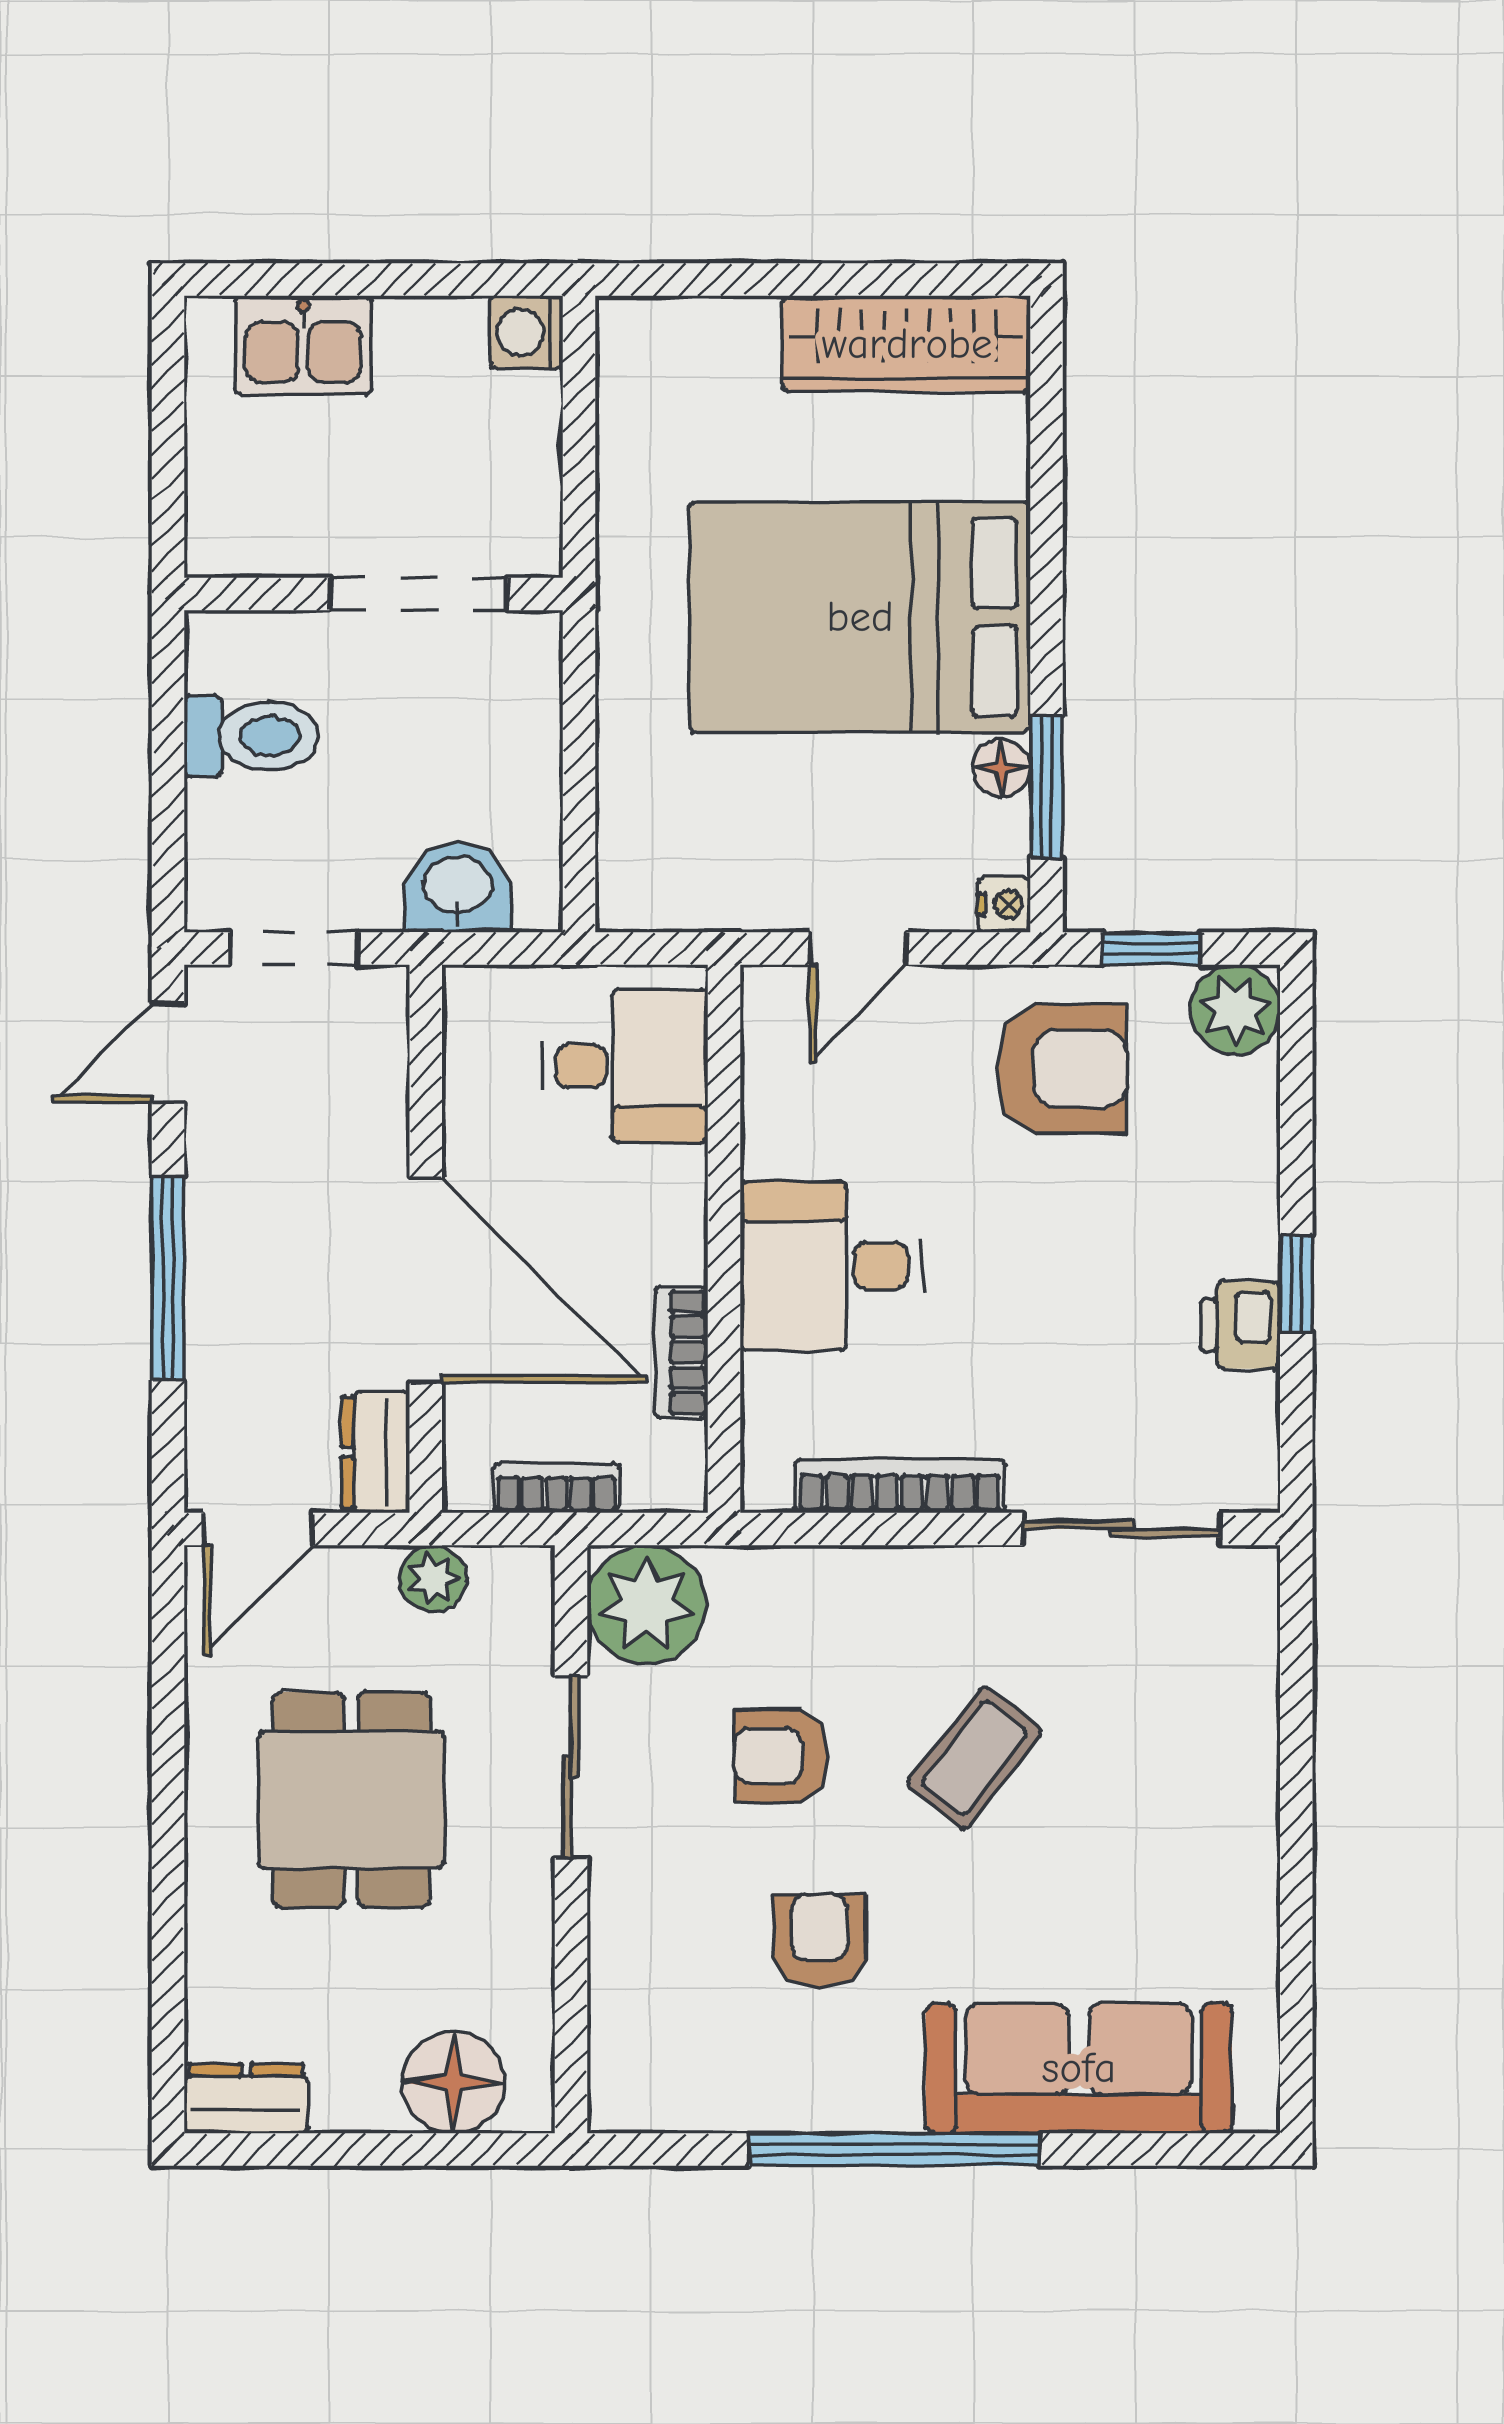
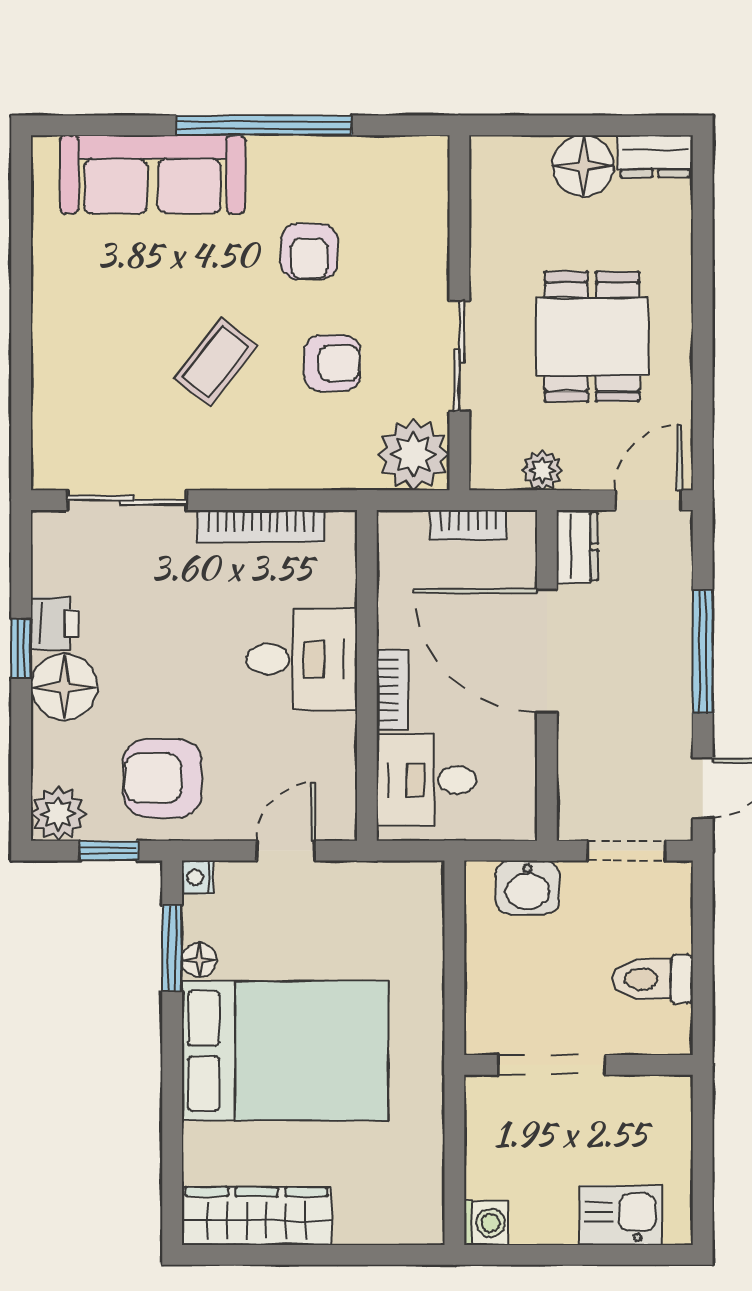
floor lamp: (1225, 1220) -> (64, 687), added
bookcase: (681, 1353) -> (393, 690), moved
floor lamp: (454, 2082) -> (583, 166), moved

